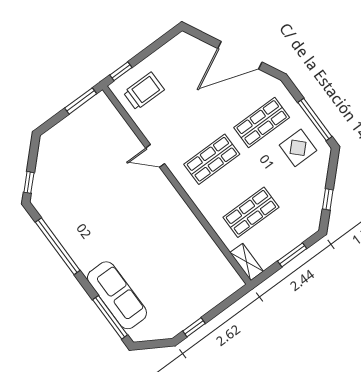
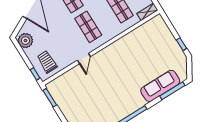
plant: (179, 50) -> (25, 41), added

